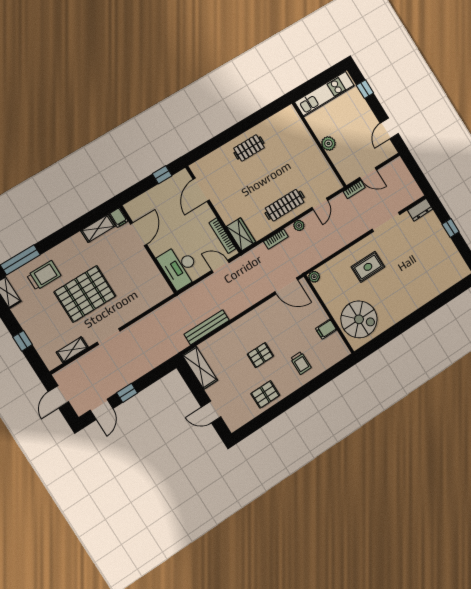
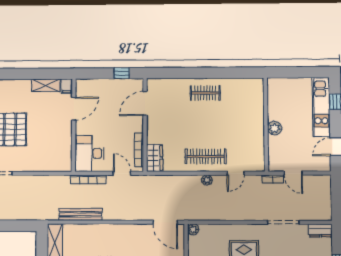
kitchen unit: (325, 94) -> (321, 107), moved, turned 90
bookcase: (276, 239) -> (88, 179), moved, width x1.56

